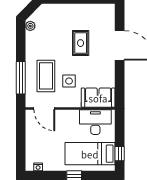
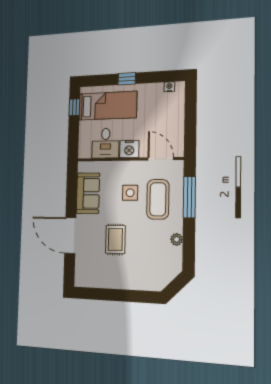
plant: (30, 26) -> (177, 239), moved
sofa: (98, 98) -> (88, 193), moved, turned -90
nightstand: (71, 117) -> (129, 149), added
desk: (95, 122) -> (106, 143), width x0.73

